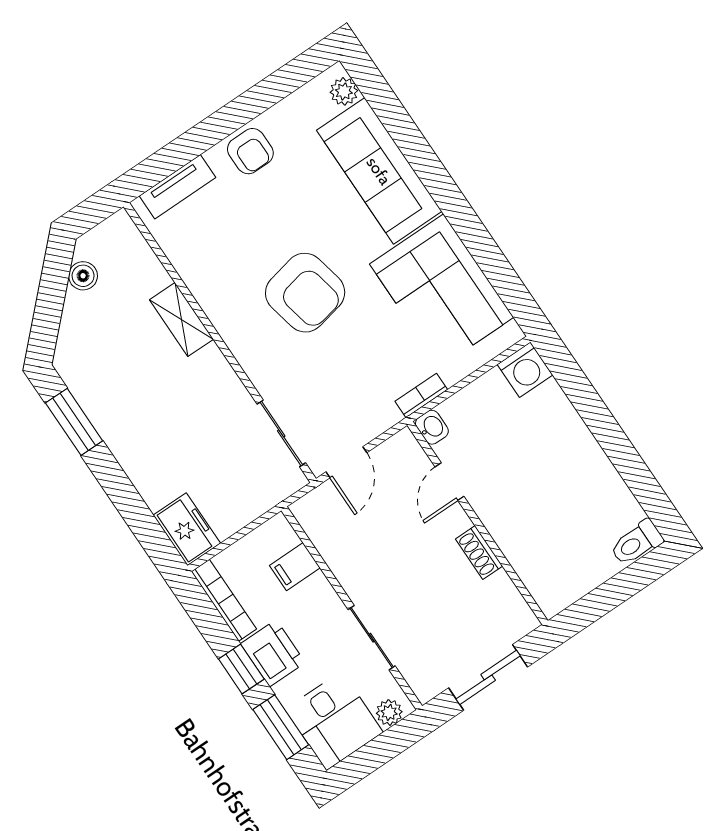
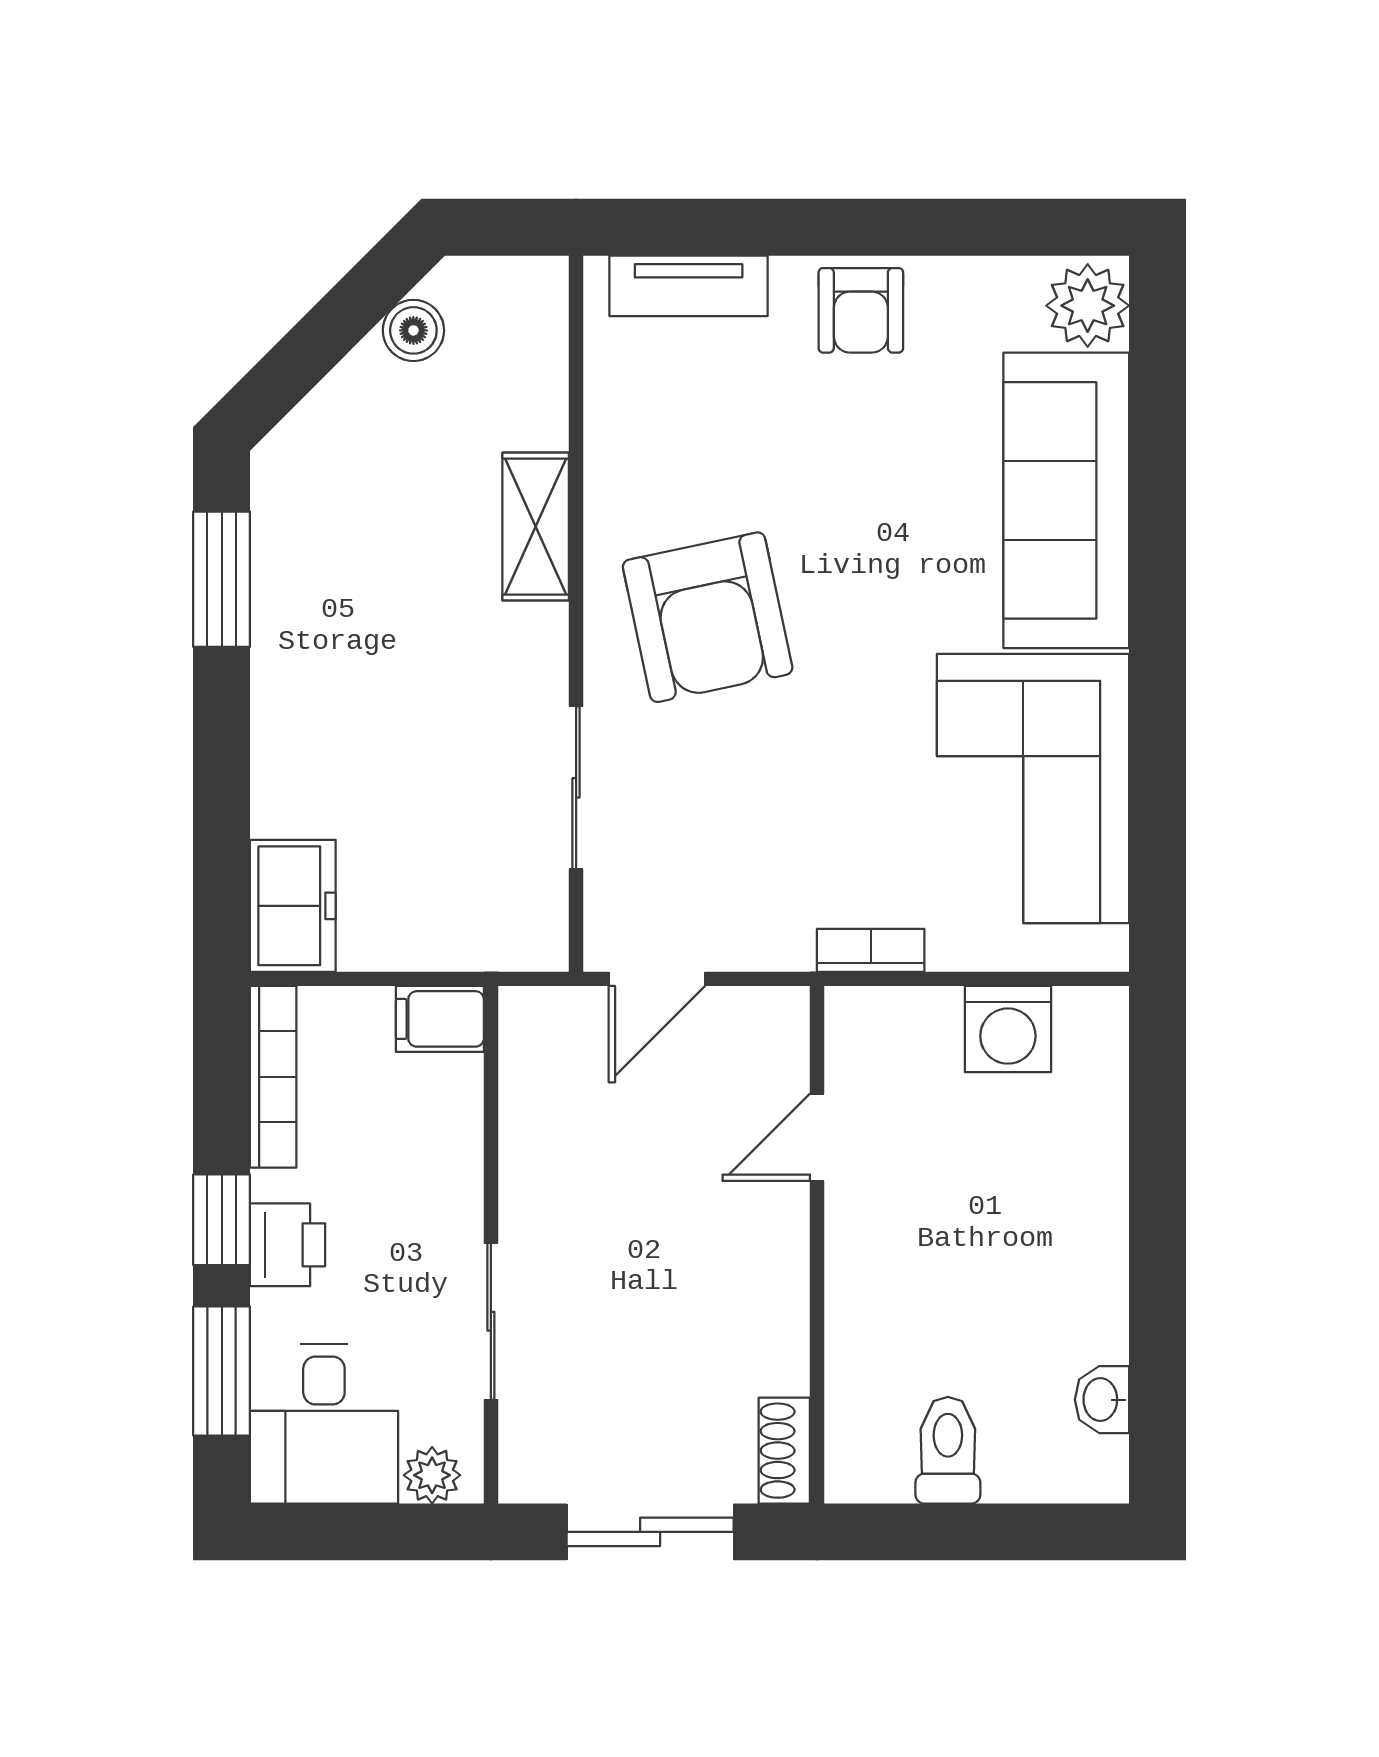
plant: (344, 91) -> (1088, 306), width x1.38, depth x1.38
armchair: (305, 293) -> (708, 617), moved
washing machine: (525, 370) -> (1008, 1029), moved
washbasin: (432, 427) -> (1102, 1400), moved, turned 180
sliding door: (281, 433) -> (576, 788), moved
toilet: (636, 543) -> (948, 1450), moved, turned 90
shoe rack: (479, 552) -> (784, 1451), moved
filing cabinet: (295, 567) -> (440, 1019), moved
printer: (273, 653) -> (288, 1245), width x0.73, depth x0.81

